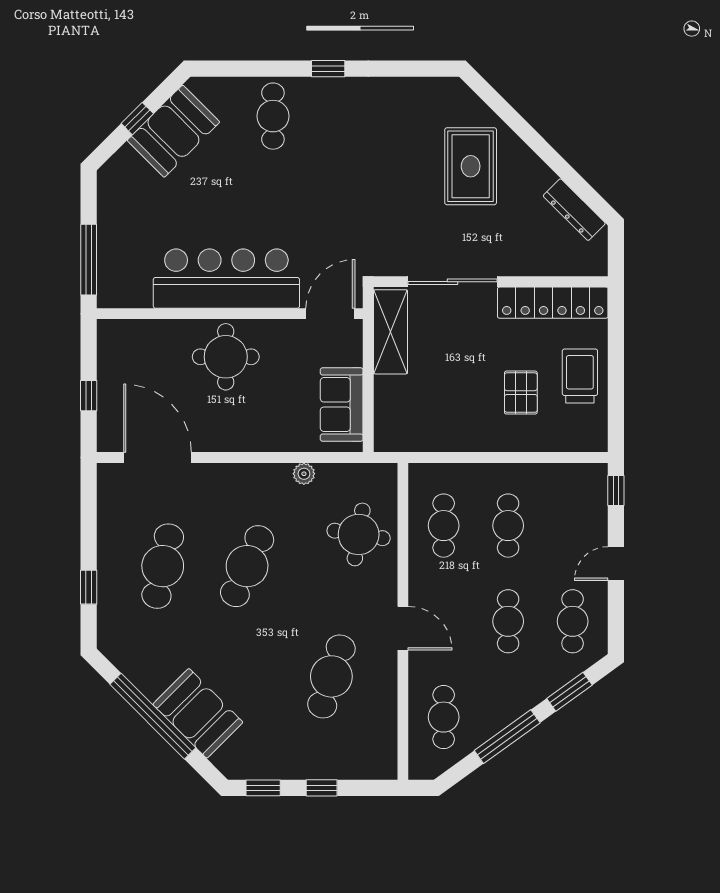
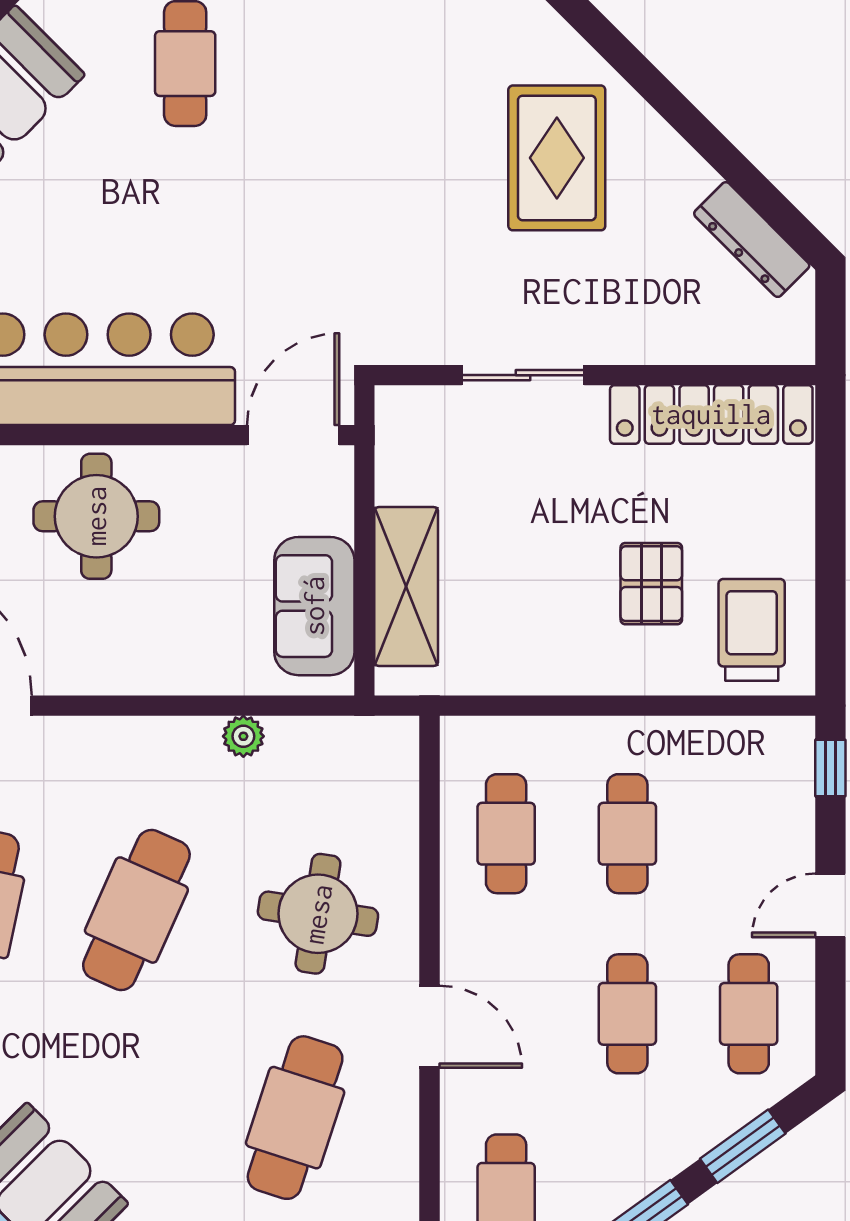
sliding door: (453, 282) -> (523, 375), width x0.73
shelving: (391, 332) -> (406, 586), moved
trolley: (580, 376) -> (752, 630), moved
round table: (359, 534) -> (318, 914), moved

